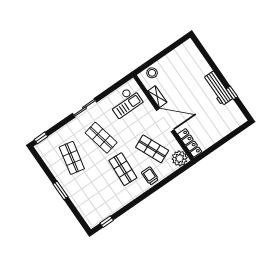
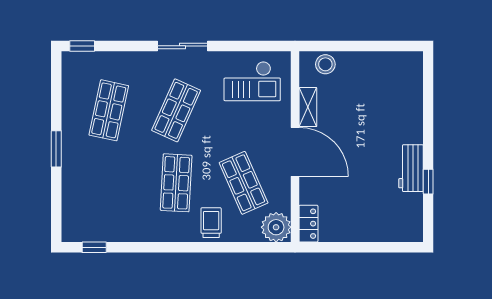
workbench: (218, 88) -> (411, 168), width x0.73
shop shelf: (101, 138) -> (176, 110), turned 36
locker: (190, 143) -> (308, 224), width x0.66

